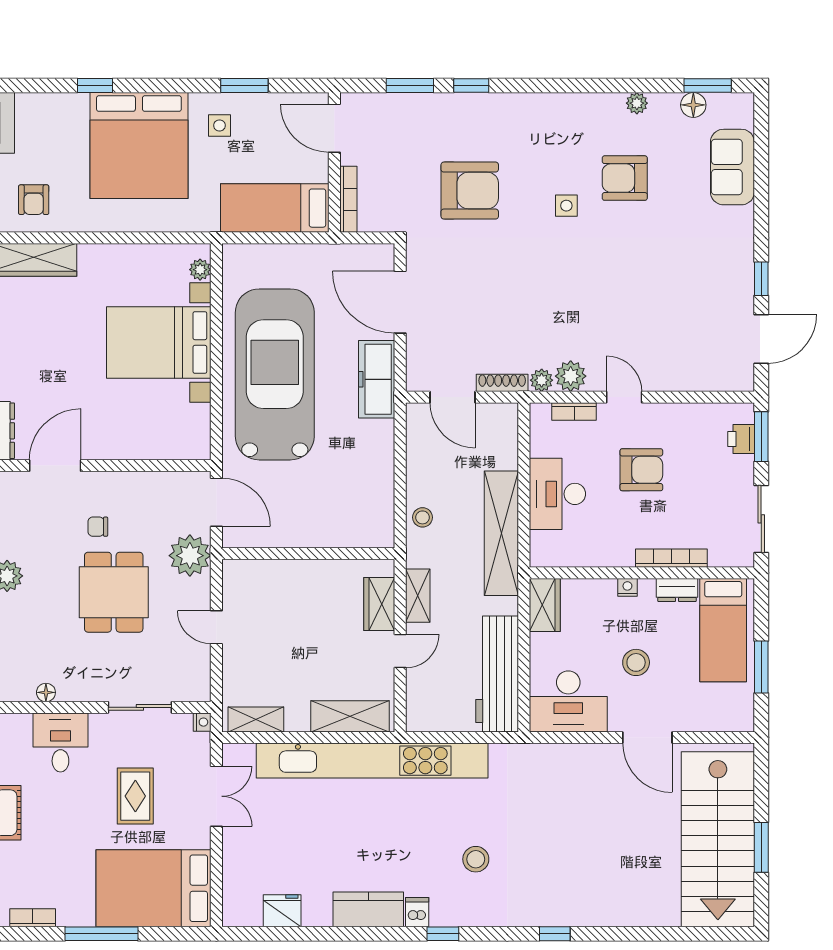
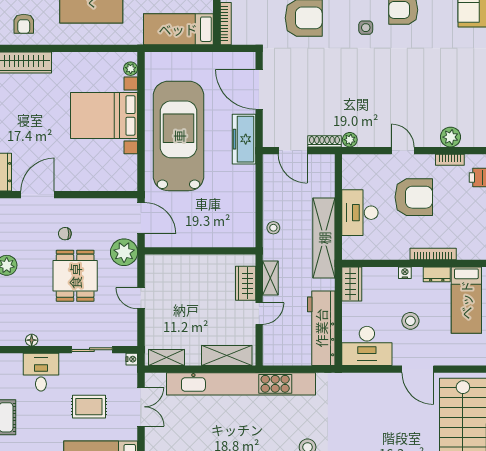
plant: (571, 376) -> (450, 137), moved
bookcase: (574, 411) -> (450, 160), moved
armchair: (641, 470) -> (414, 197), width x1.36, depth x1.36
rug: (135, 796) -> (89, 407), turned 90

